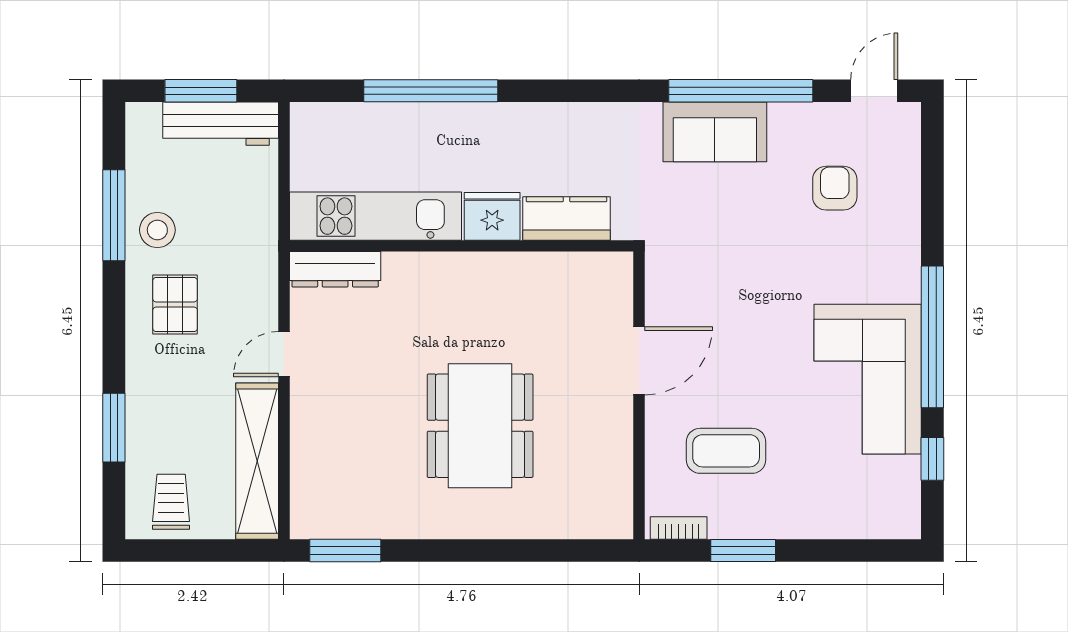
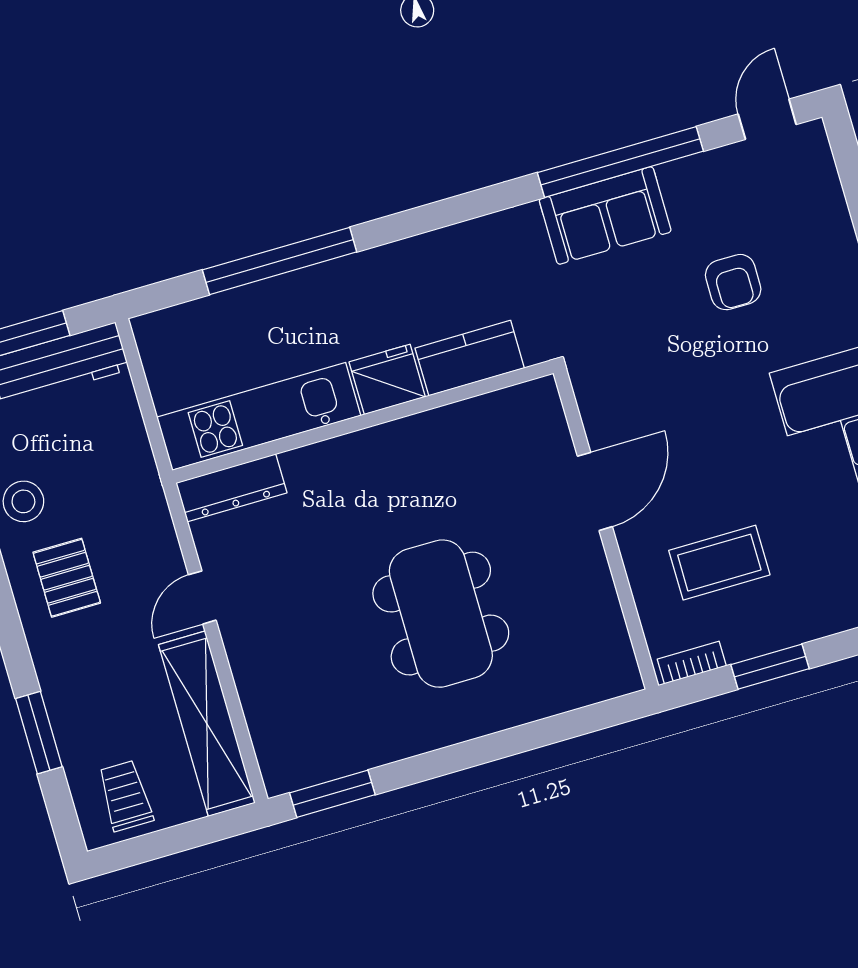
armchair: (835, 188) -> (733, 282), moved, turned 180

